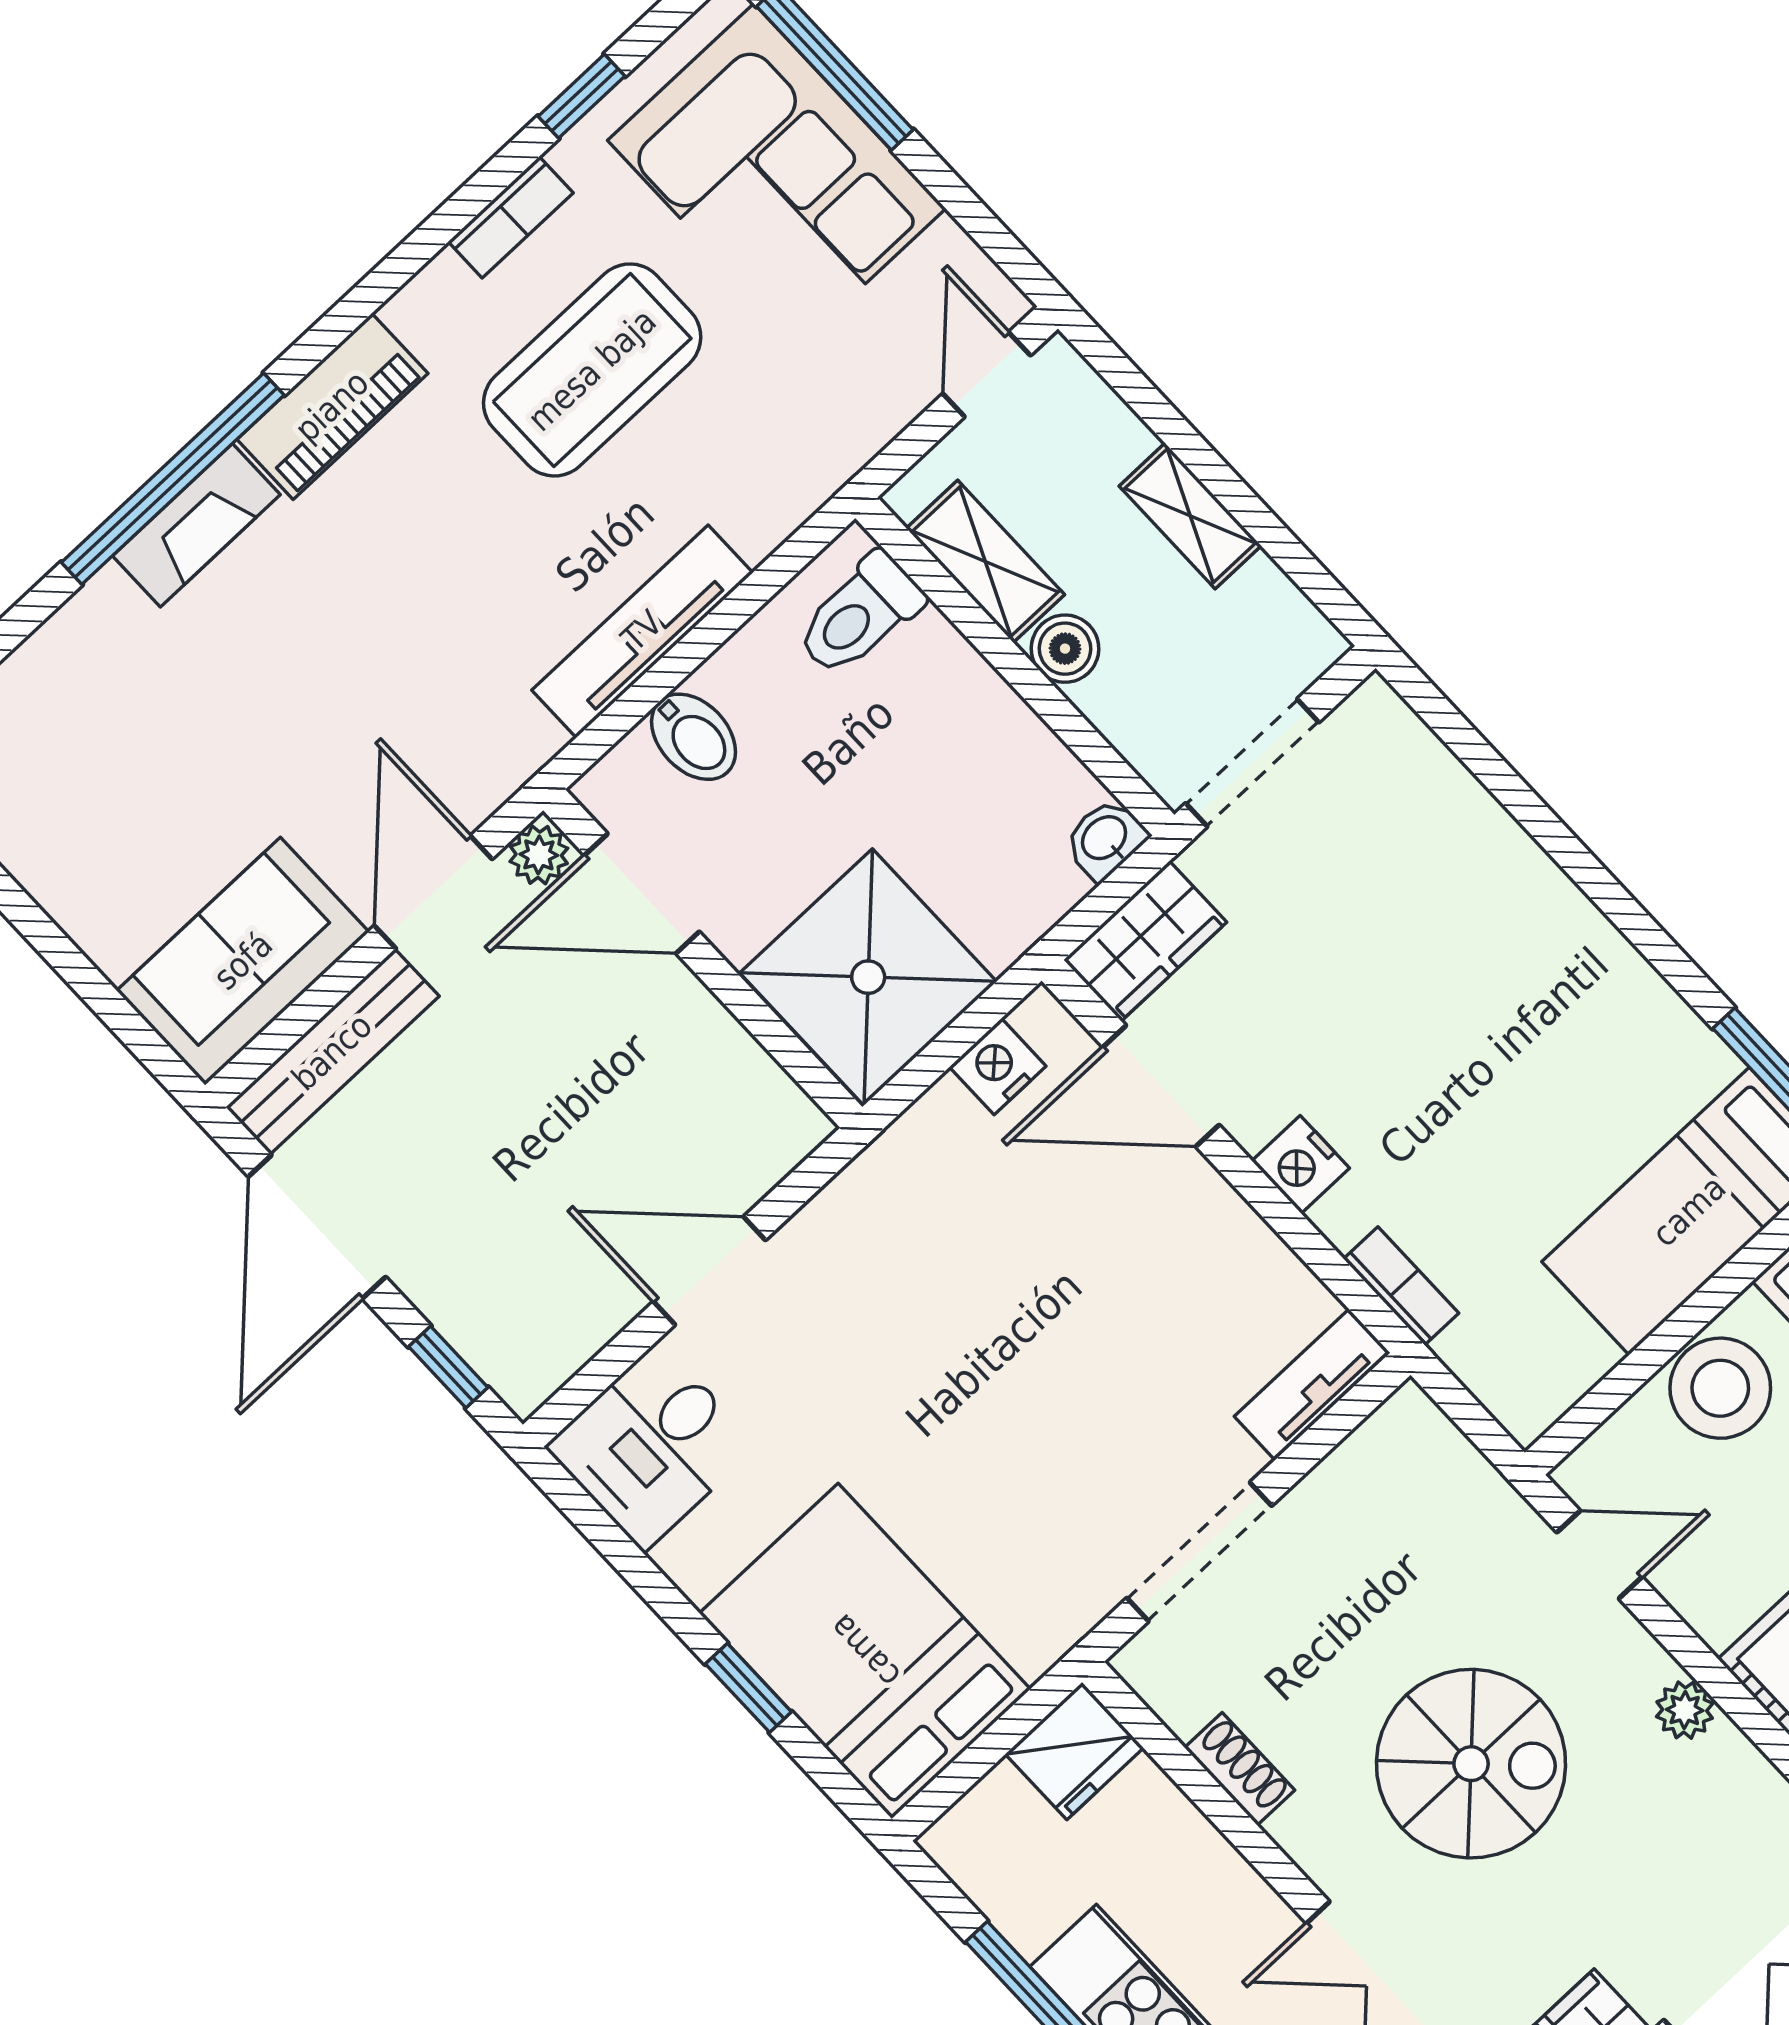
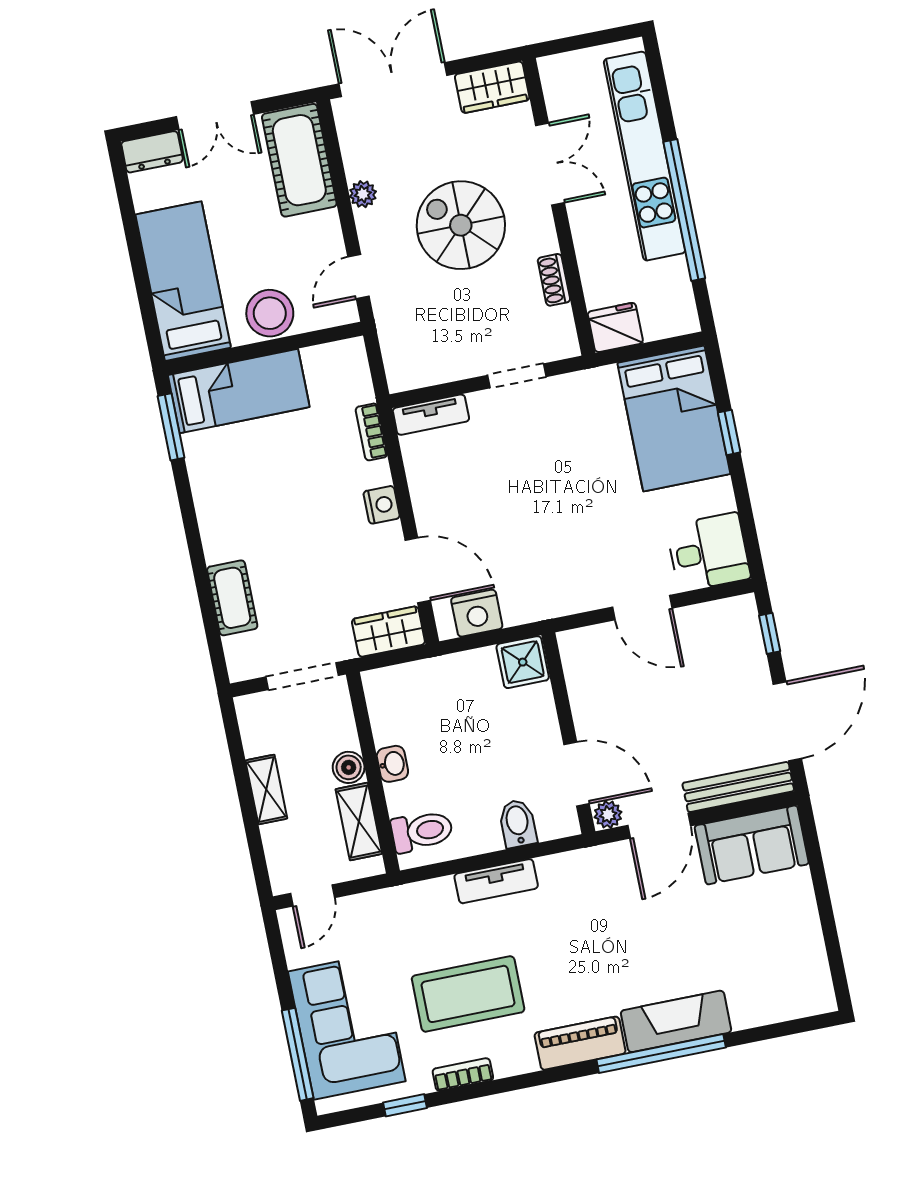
fireplace: (196, 525) -> (676, 1021), width x1.37, depth x1.32
tv unit: (642, 631) -> (496, 881), width x0.71
cot: (1468, 827) -> (232, 598), added
washbasin: (1105, 839) -> (392, 764), moved, turned -90
shower: (868, 977) -> (523, 662), width x0.54, depth x0.54
nightstand: (998, 1066) -> (477, 613), width x1.36, depth x1.33
doorway: (1199, 1552) -> (517, 376), width x0.73
door: (1599, 1555) -> (359, 277), hinge flipped

